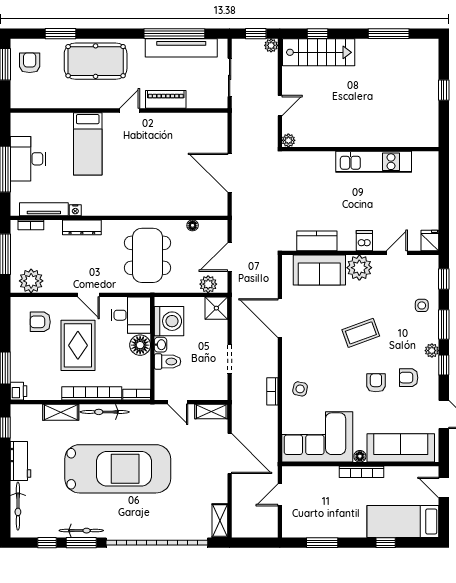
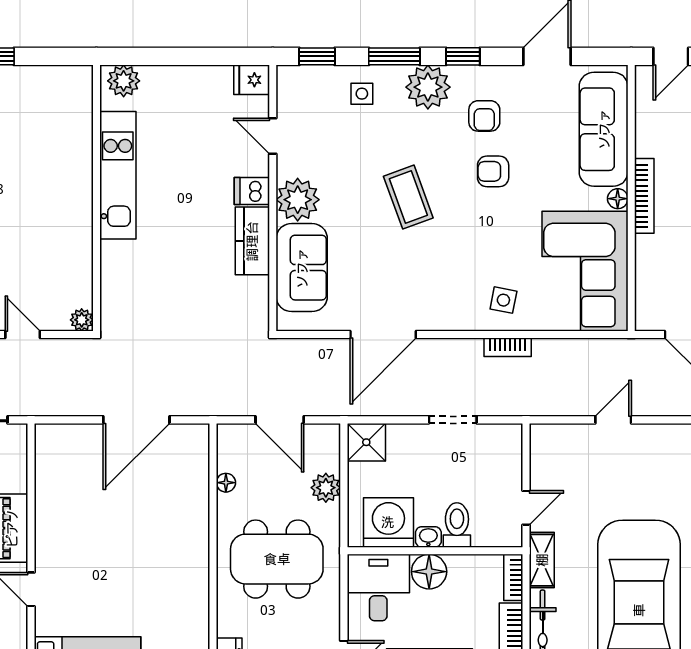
plant: (429, 165) -> (124, 81), added
kitchen counter: (317, 241) -> (252, 241), moved
plant: (208, 284) -> (326, 488), moved
plant: (432, 351) -> (428, 87), width x1.88, depth x1.88
shelving: (211, 411) -> (542, 560), moved
door: (230, 454) -> (613, 420), width x0.53

